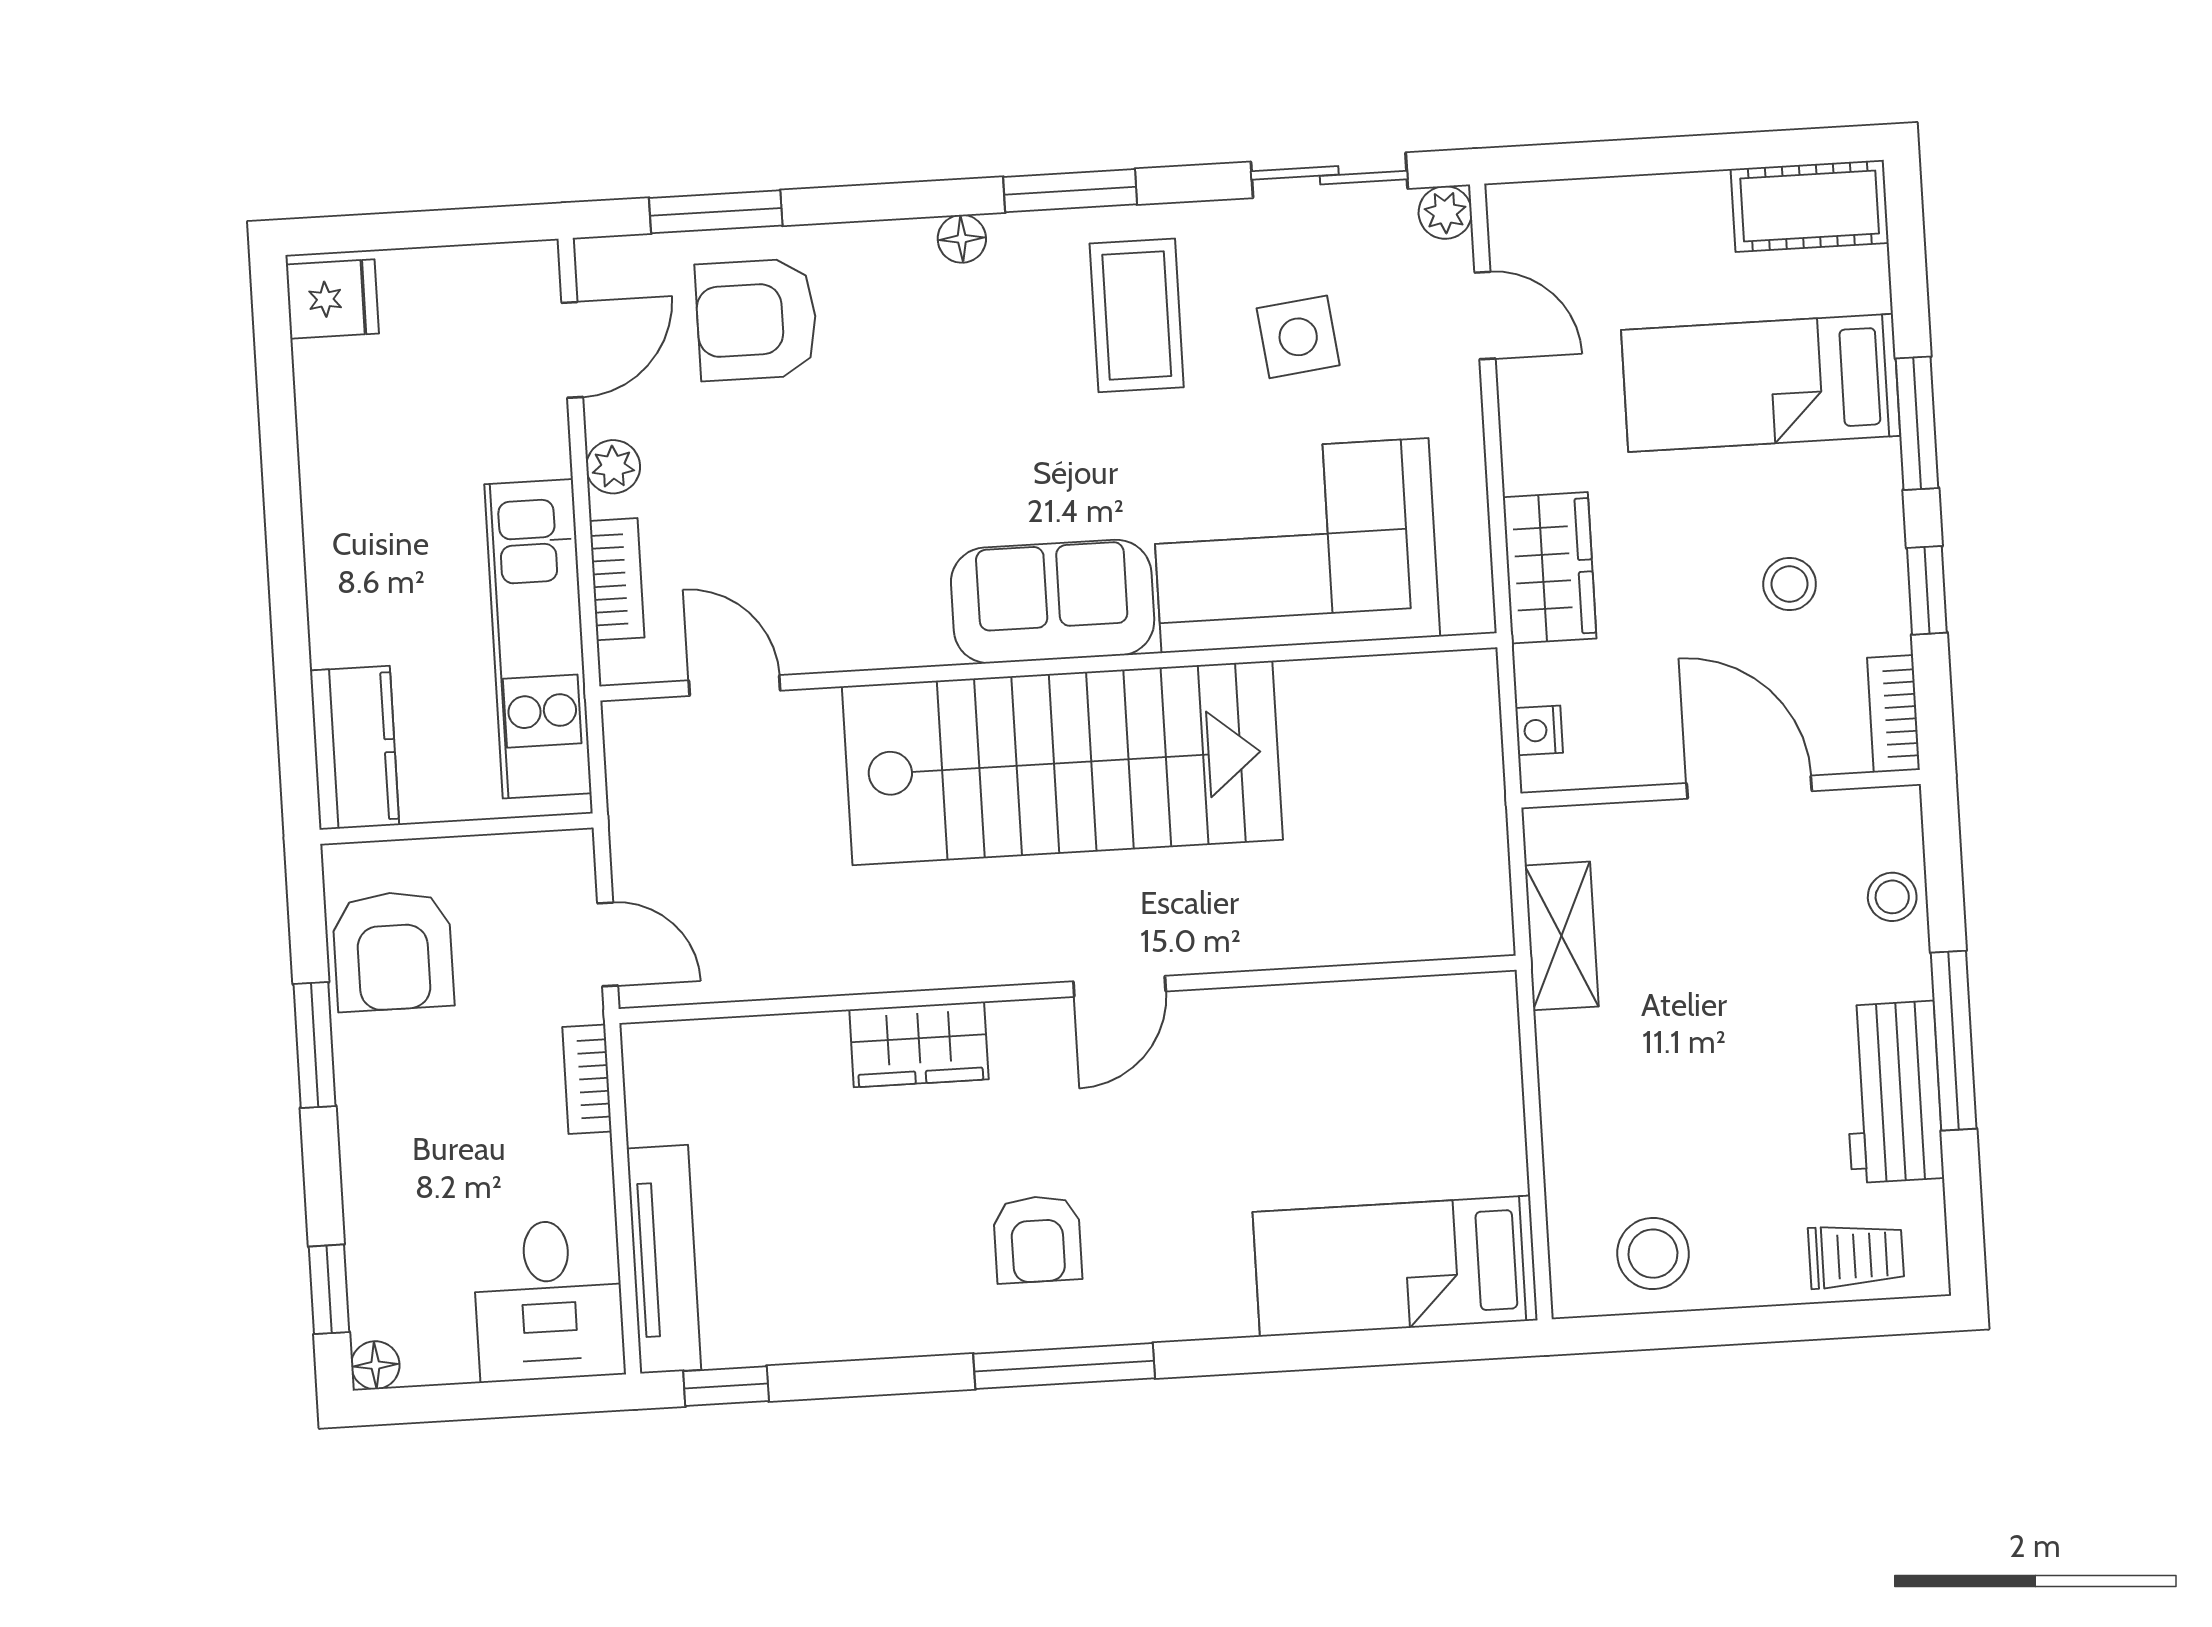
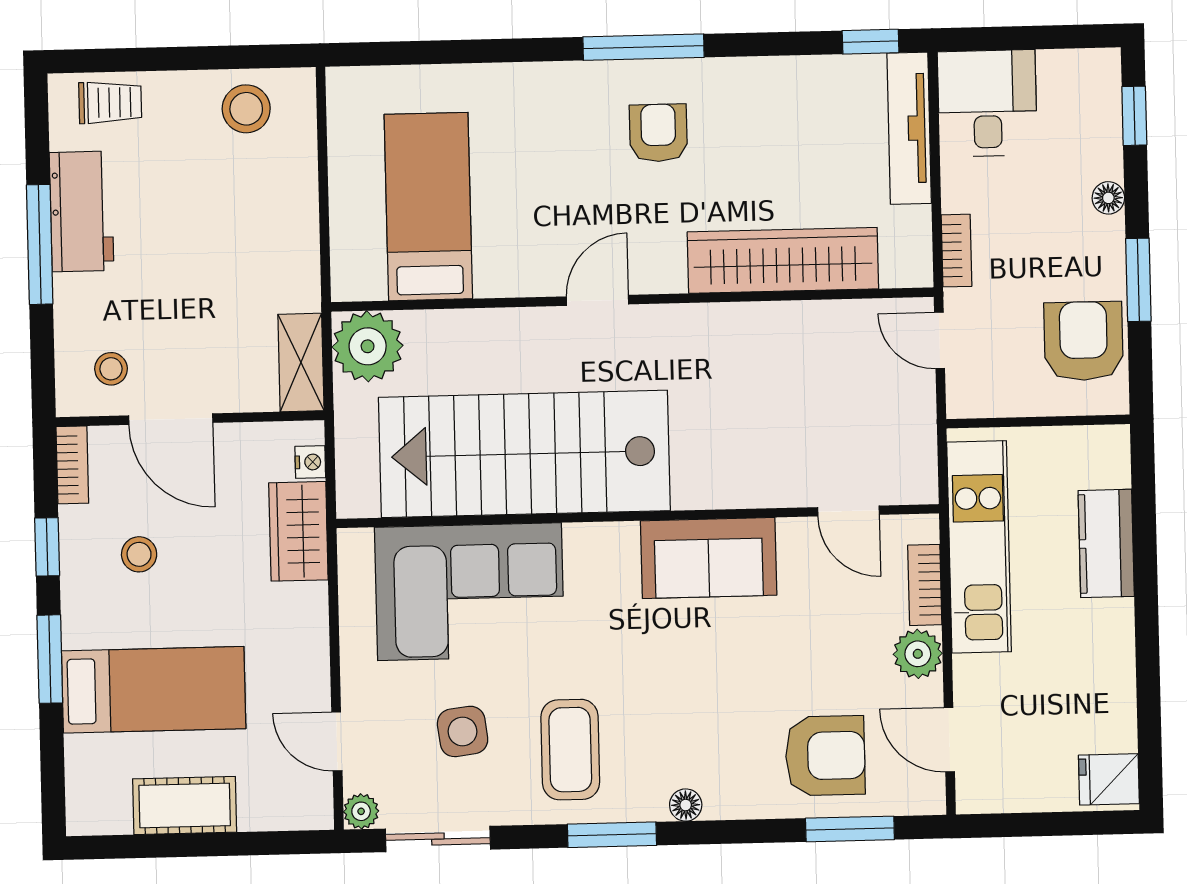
cot: (1810, 206) -> (185, 805), moved
door: (572, 350) -> (949, 740), hinge flipped
plant: (613, 467) -> (918, 654), width x1.38, depth x1.38
wardrobe: (1550, 568) -> (298, 531), moved
sofa: (1053, 601) -> (709, 558), moved
kitchen counter: (354, 748) -> (1106, 543), moved
stairs: (1062, 763) -> (524, 454), moved
stool: (1892, 897) -> (111, 369), moved
plant: (1460, 906) -> (368, 346), added
shelving: (1562, 936) -> (301, 363), moved
wardrobe: (919, 1044) -> (783, 260), width x2.10, depth x1.17
trolley: (1856, 1256) -> (110, 102), turned 180
bed: (1395, 1266) -> (428, 207), moved, turned -90
floor lamp: (375, 1365) -> (1108, 198), moved

